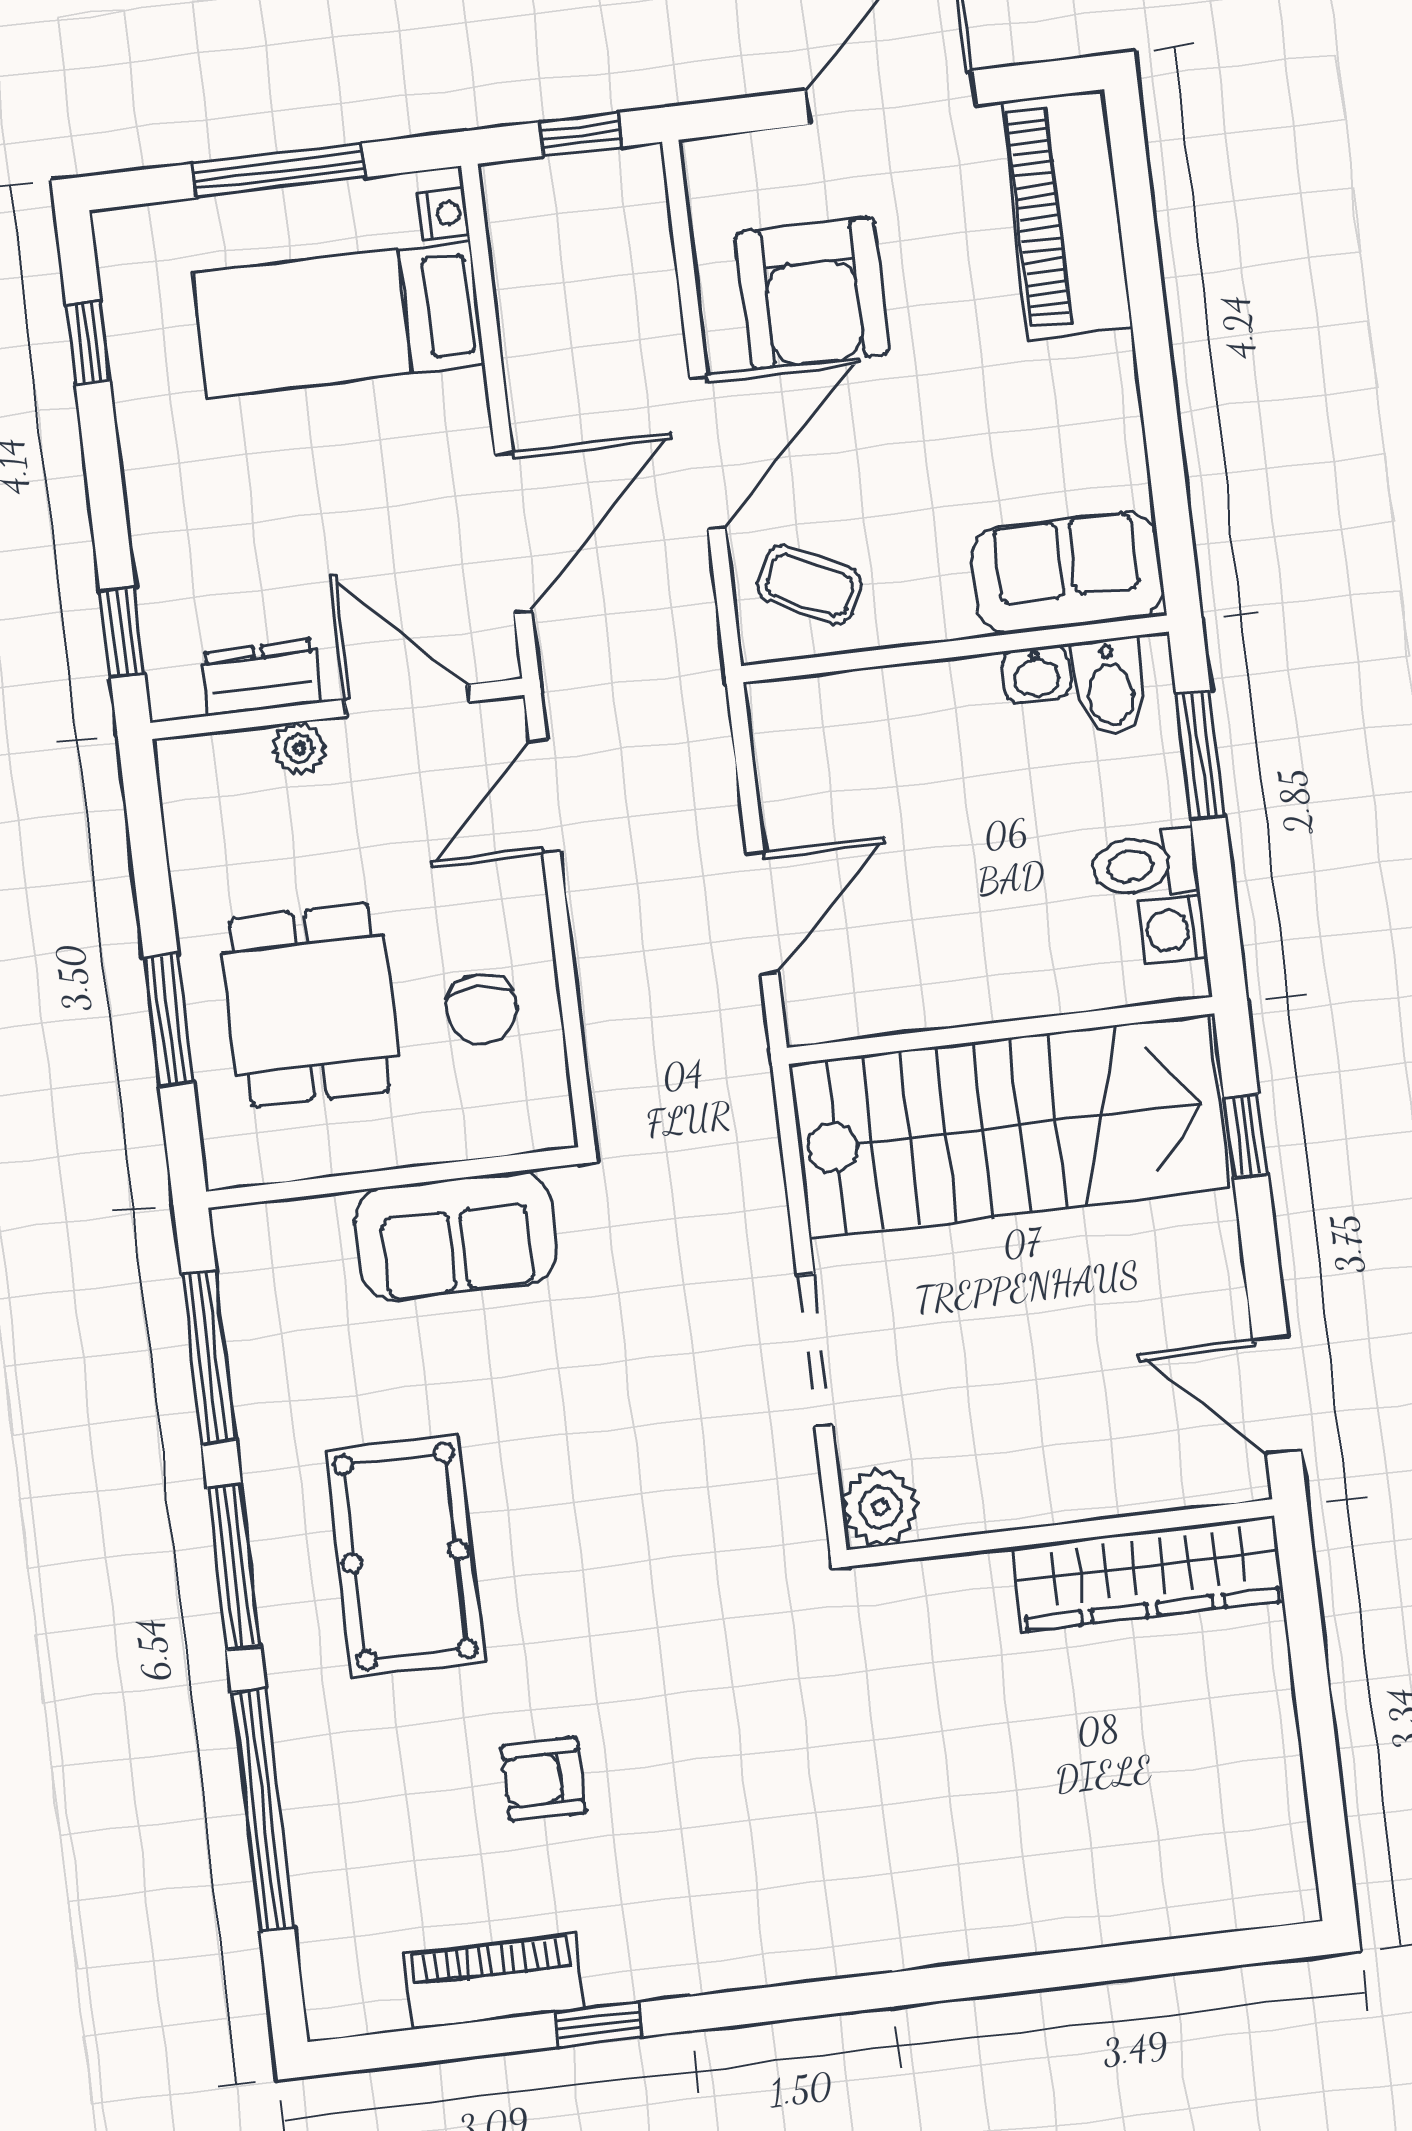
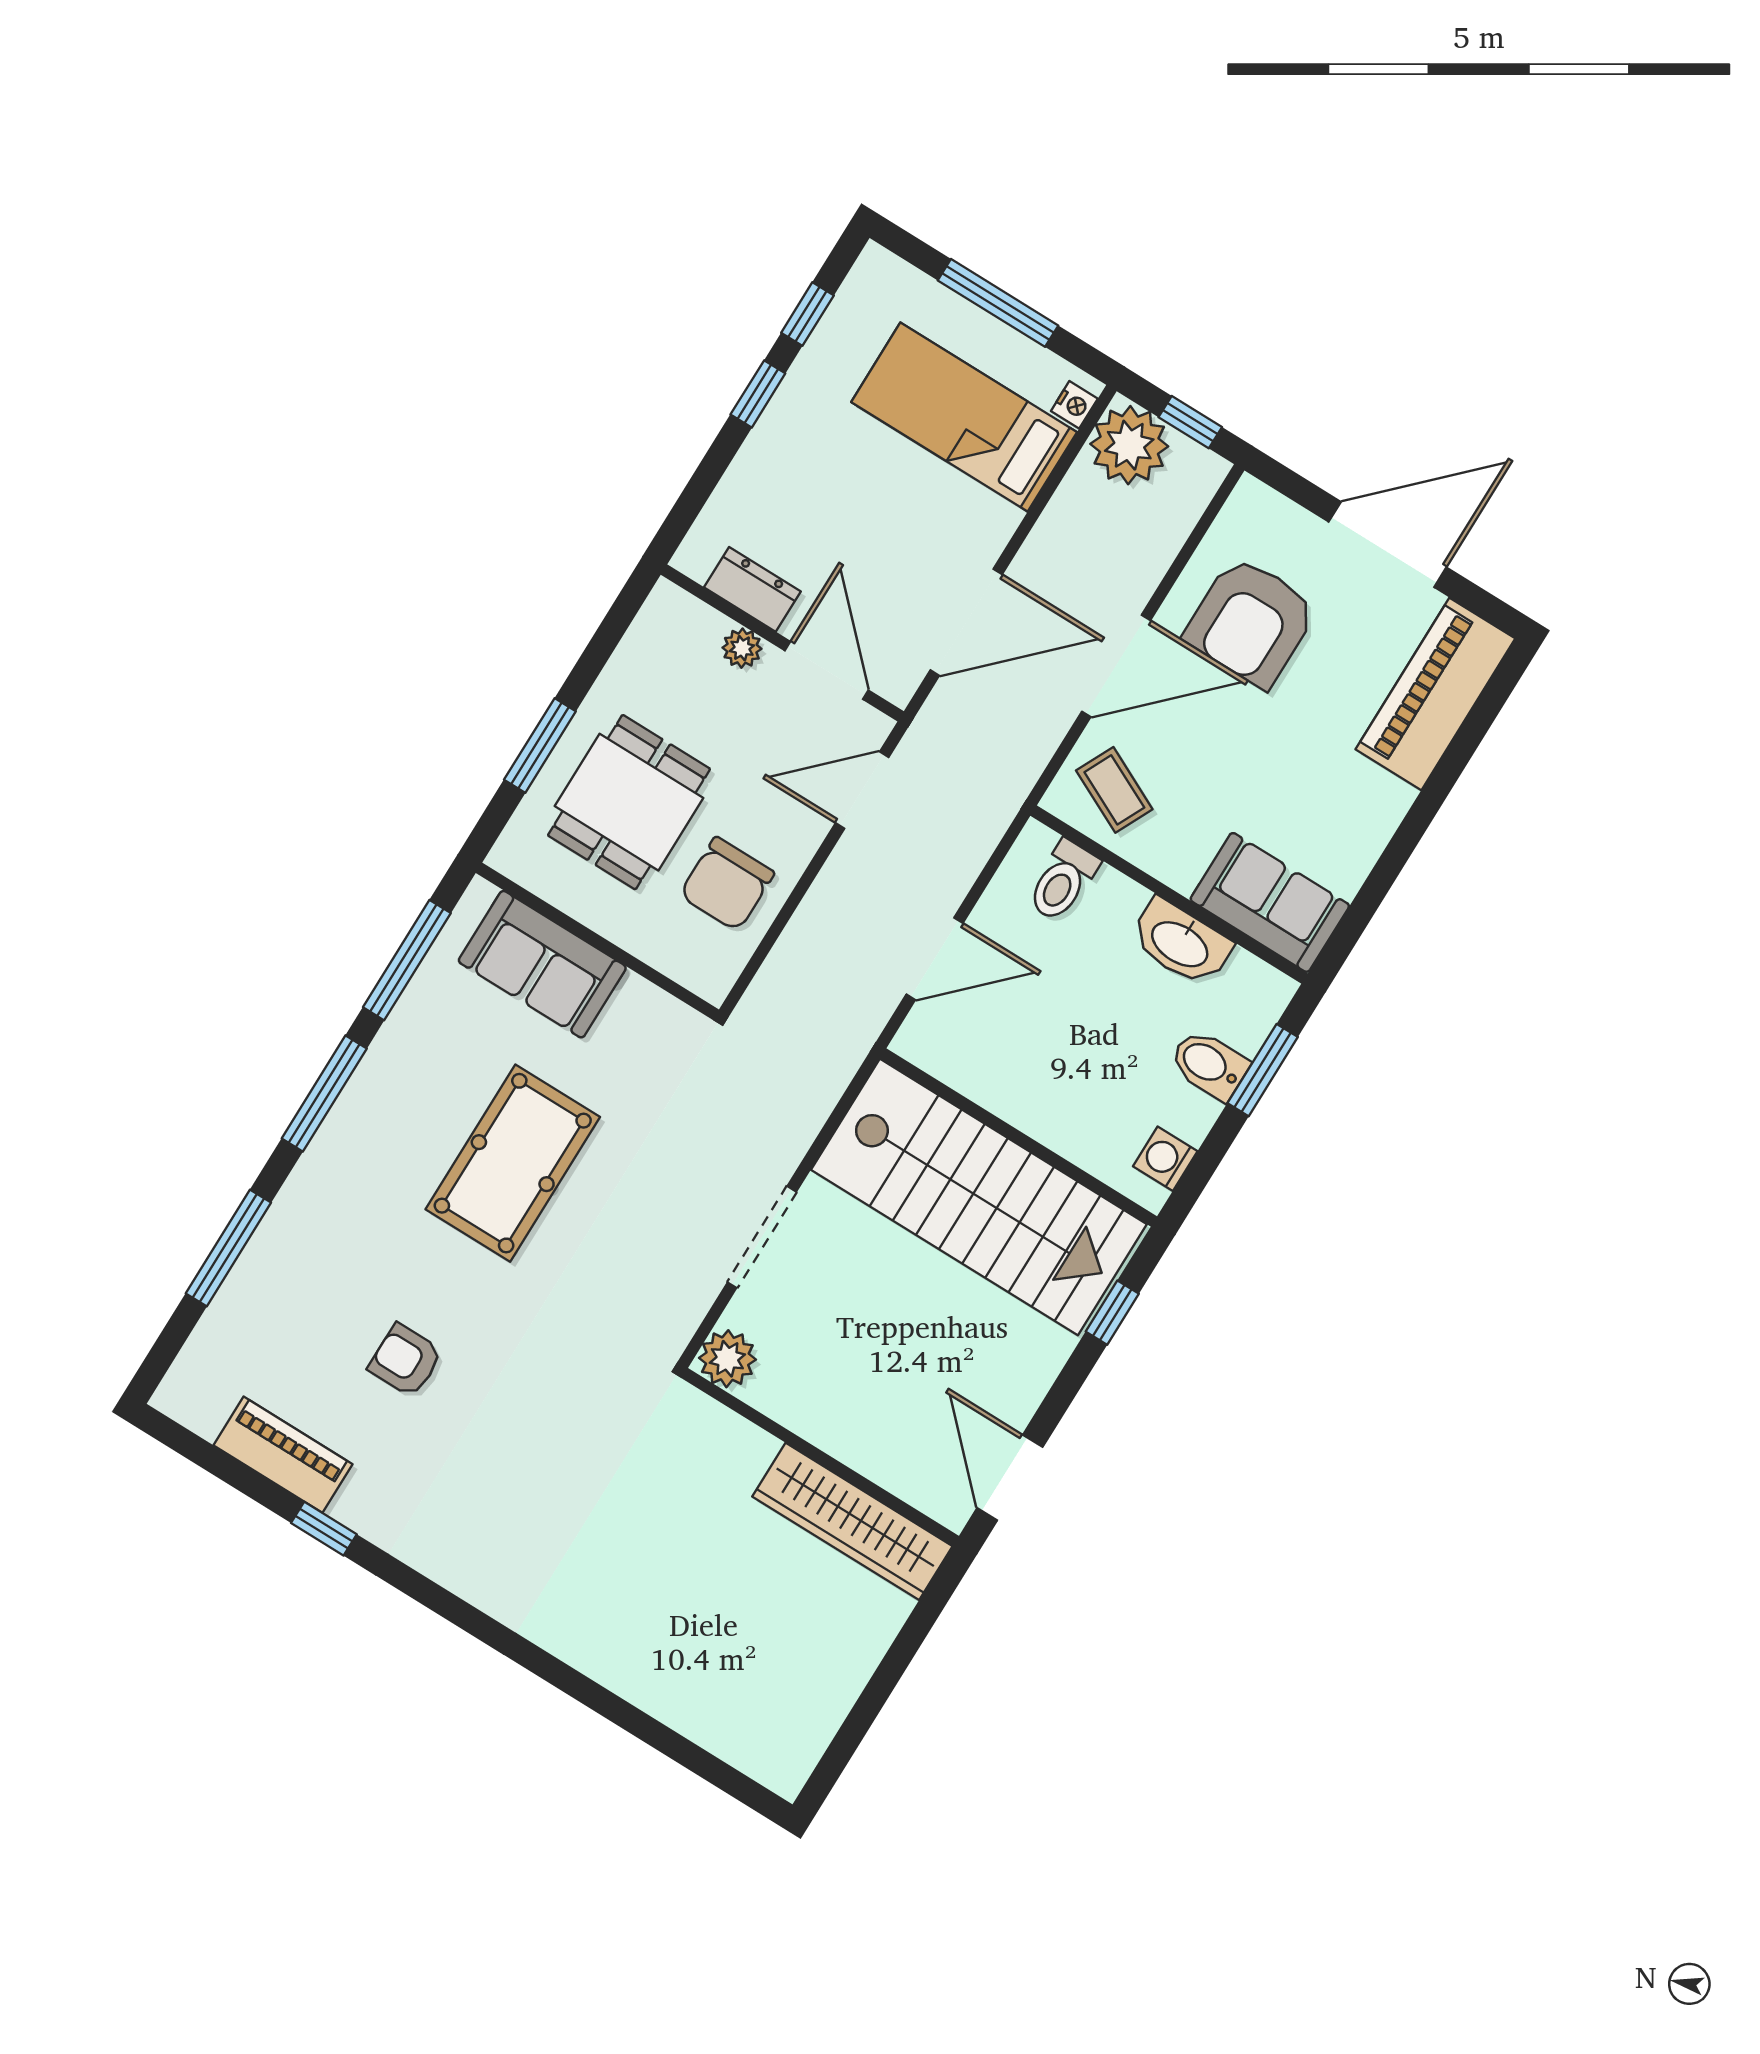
plant: (536, 210) -> (1129, 445), added
window: (122, 633) -> (758, 394), moved
washbasin: (1036, 674) -> (1181, 943), width x1.91, depth x1.45
bidet: (1110, 687) -> (1209, 1065), moved, turned 90
toilet: (1145, 864) -> (1063, 881), moved, turned -90
chair: (481, 1009) -> (727, 884), width x1.37, depth x1.37
sofa: (456, 1236) -> (542, 964), moved
pool table: (405, 1557) -> (513, 1163), moved
window: (263, 1810) -> (228, 1248), width x0.68

